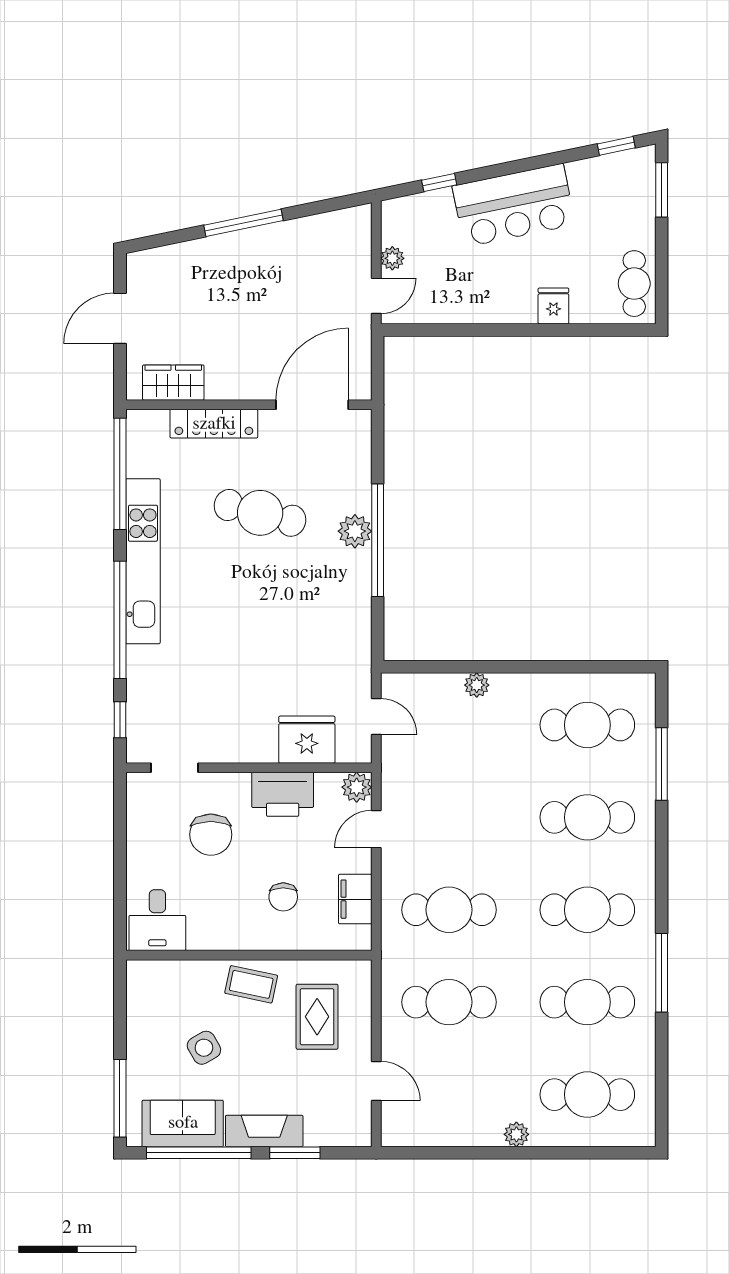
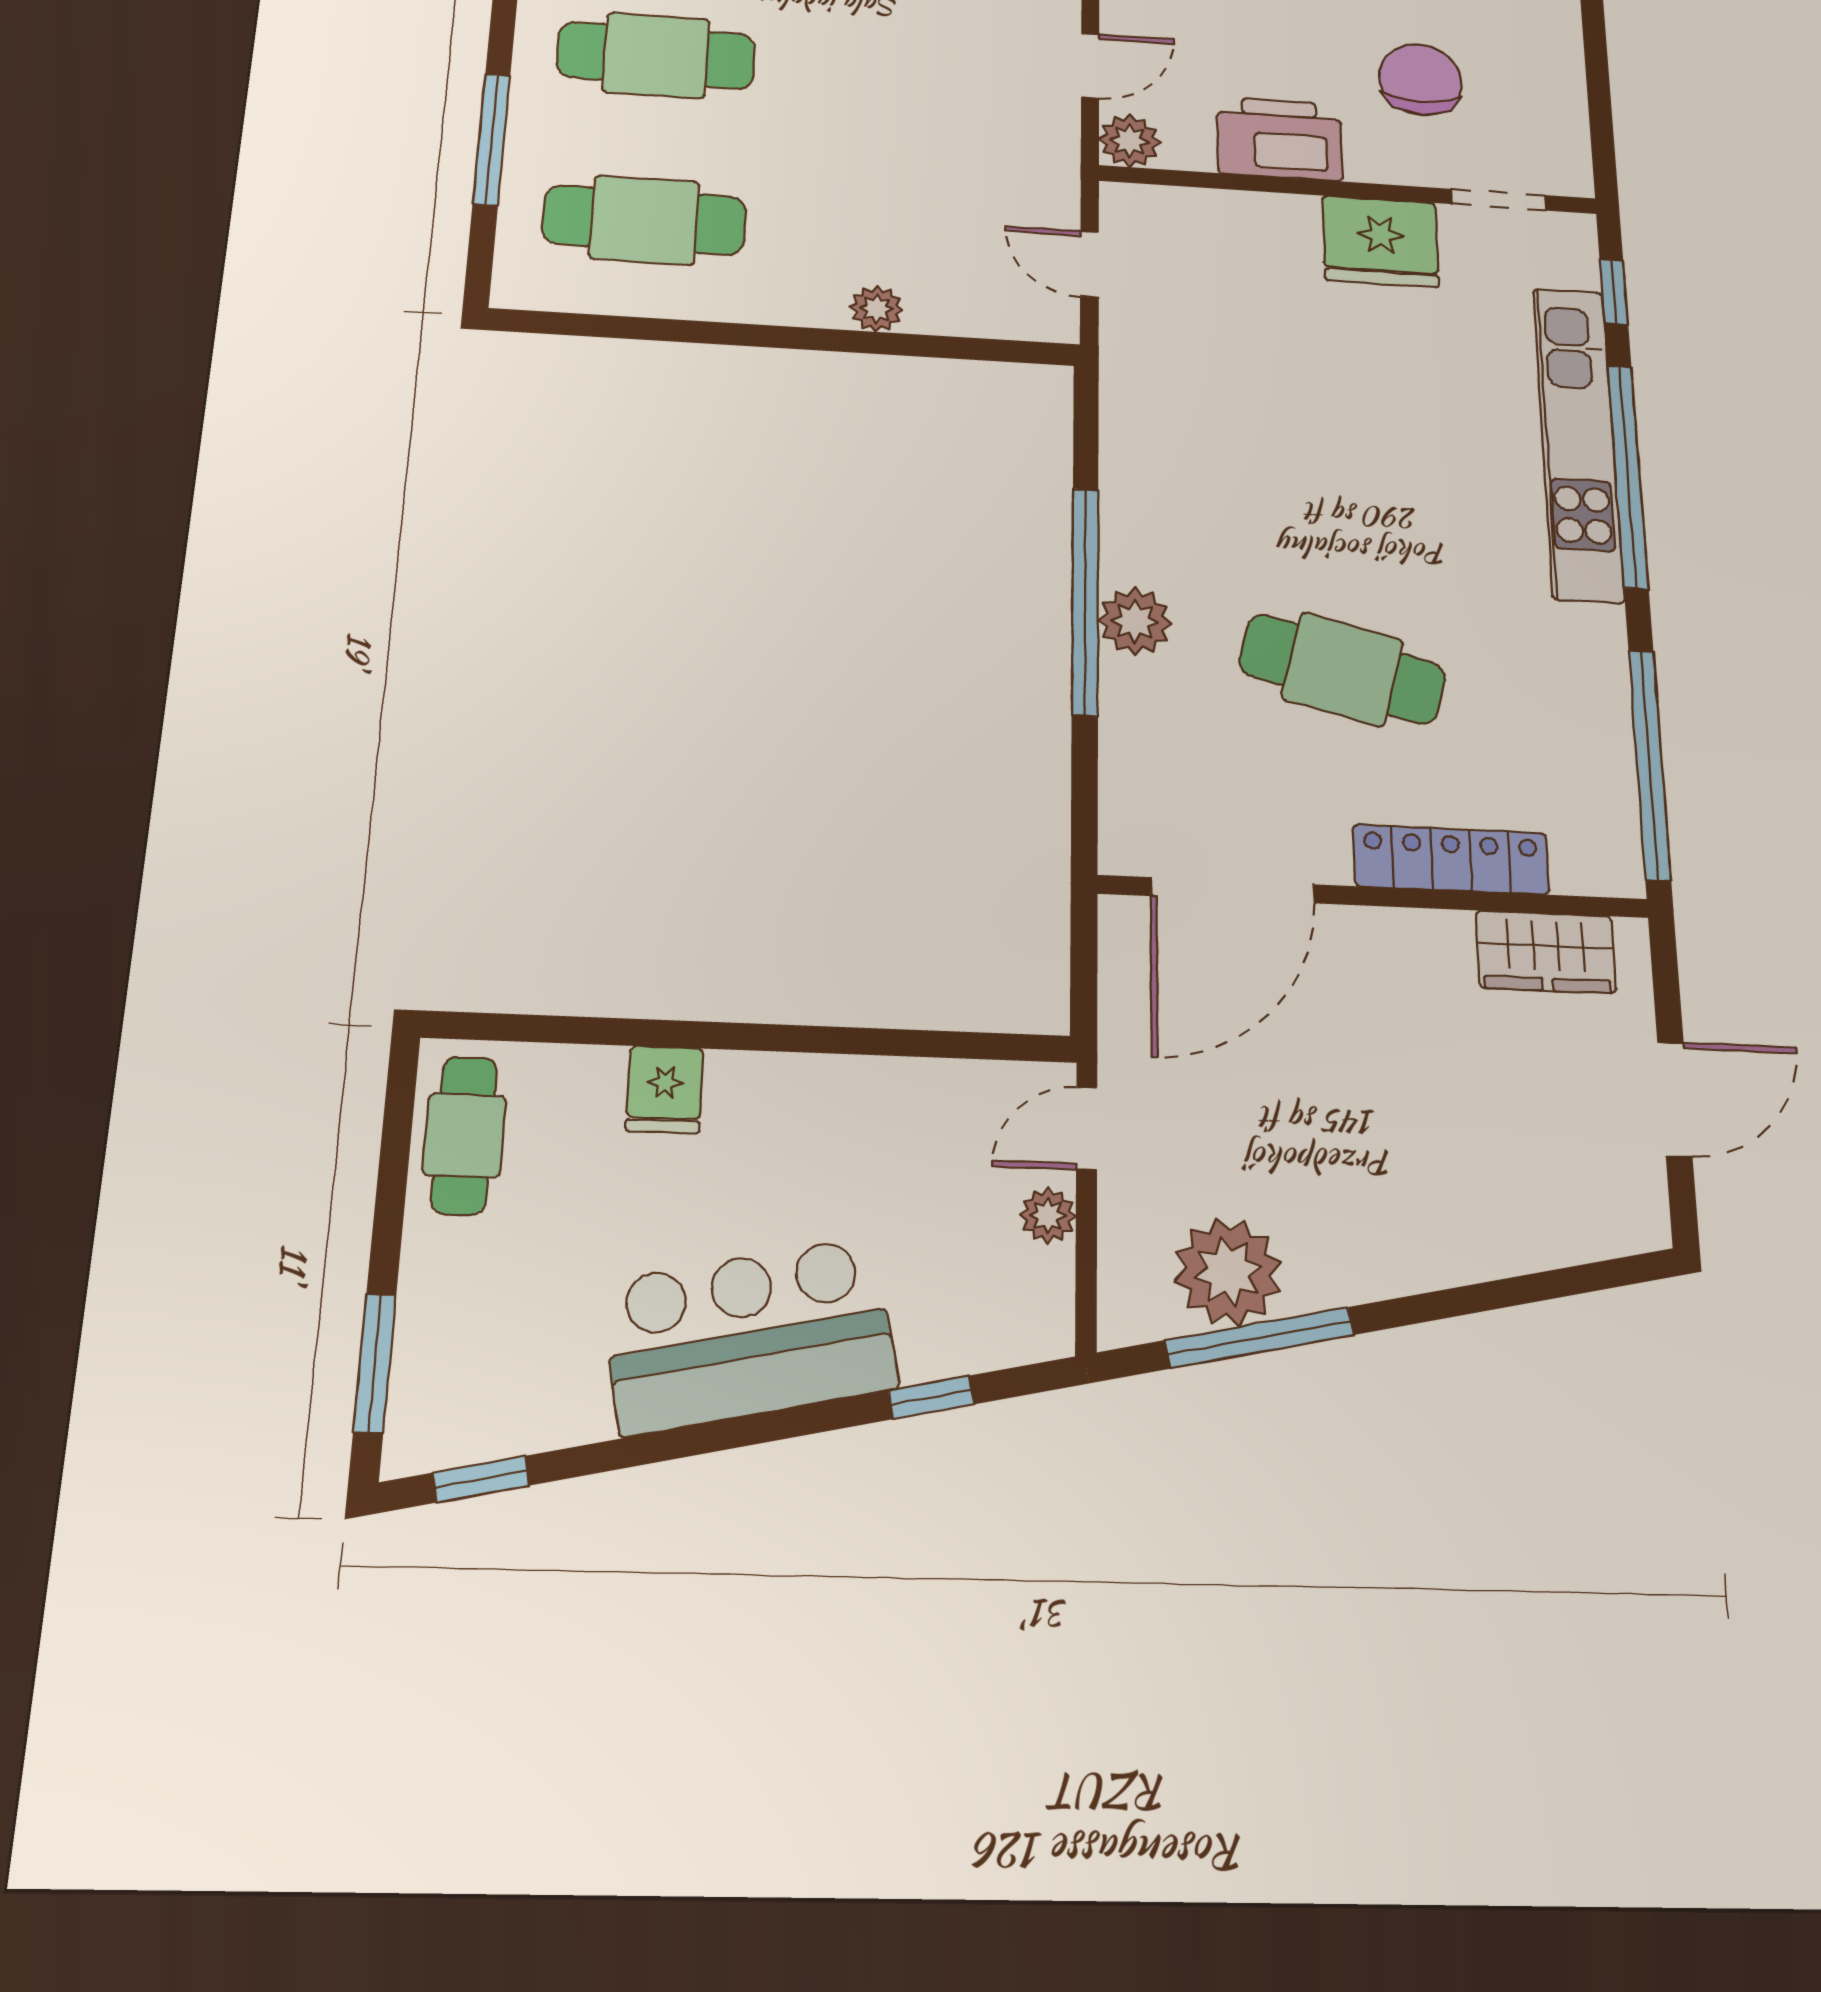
window: (244, 223) -> (1260, 1338), moved
plant: (317, 237) -> (1228, 1272), added
kitchen unit: (143, 561) -> (1578, 443), moved
fridge: (307, 740) -> (1381, 241), moved

